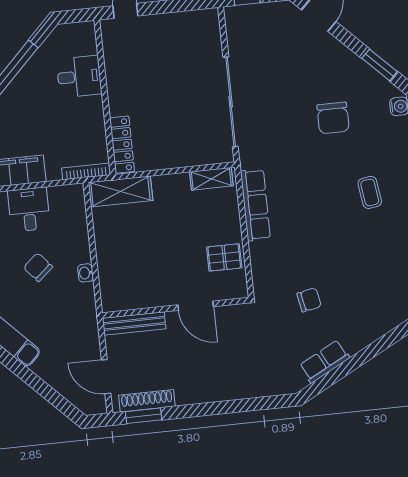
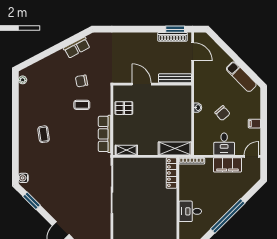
chair: (333, 118) -> (59, 175), removed
coffee table: (304, 255) -> (82, 105), added

